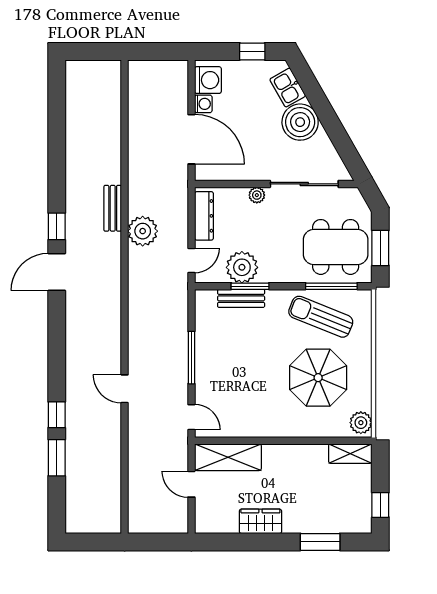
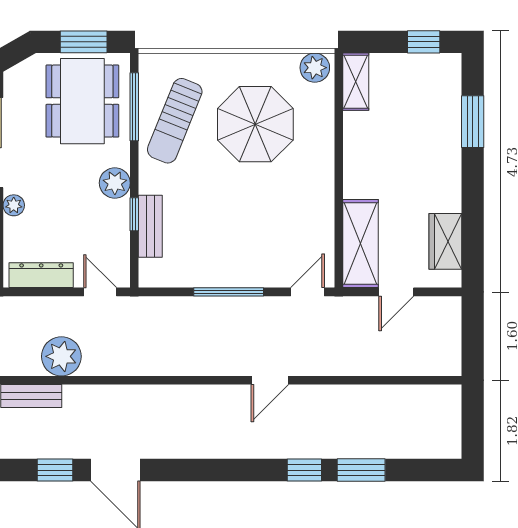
plant: (242, 267) -> (115, 183), moved, width x0.73, depth x0.73
window: (250, 286) -> (134, 214), width x0.67
wardrobe: (260, 521) -> (445, 241), moved

